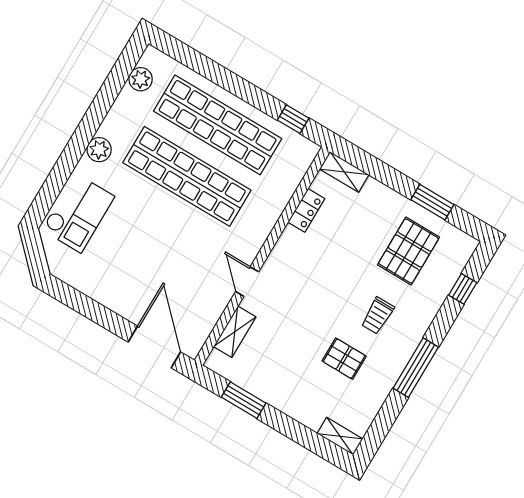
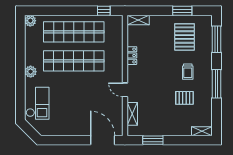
plant: (141, 79) -> (30, 21), moved
locker: (306, 210) -> (132, 56), moved
window: (463, 289) -> (217, 39), width x2.17

